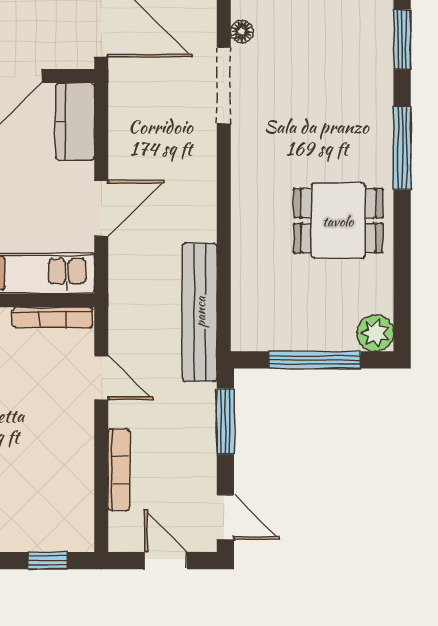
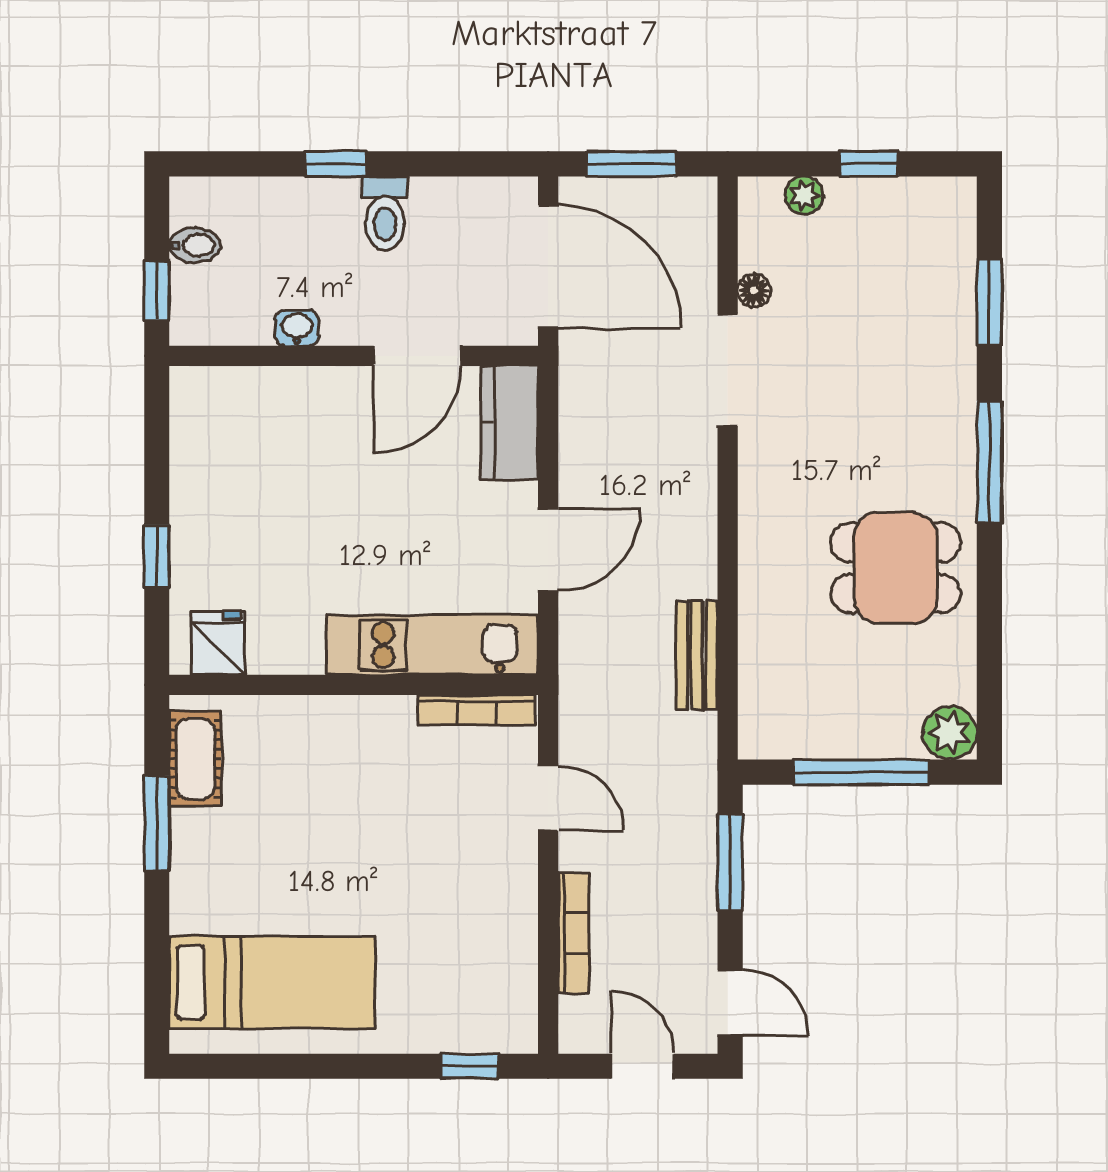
bench: (200, 312) -> (697, 655), width x0.54, depth x0.82

